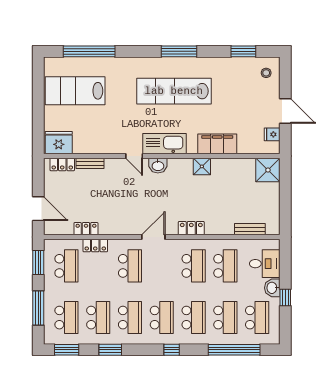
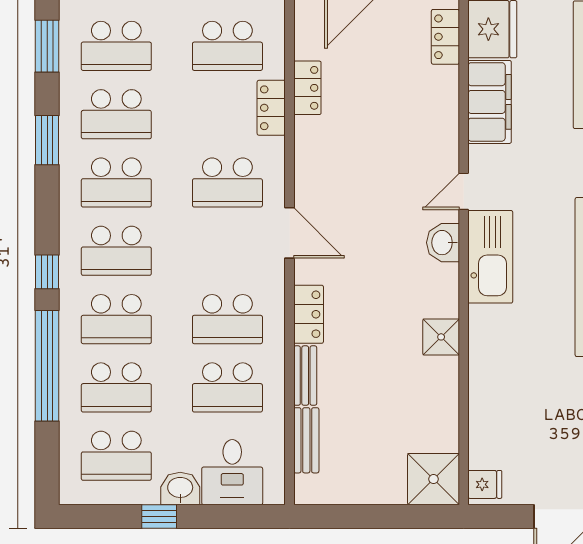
fridge: (272, 134) -> (485, 484), moved, turned 90
filing cabinet: (217, 144) -> (490, 102), moved
bench: (90, 163) -> (305, 376), moved
window: (234, 350) -> (47, 366), moved

